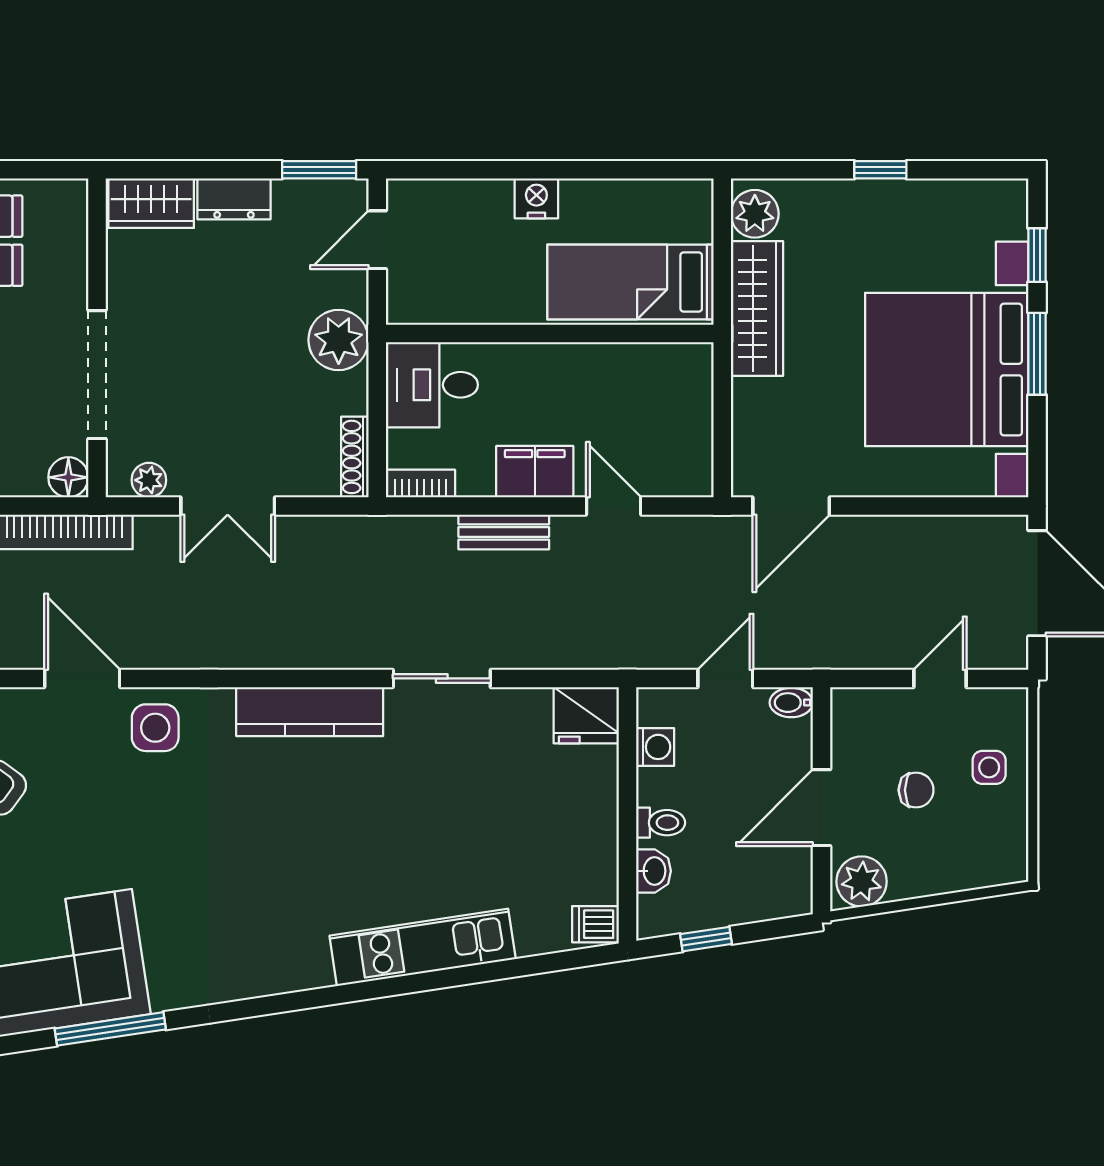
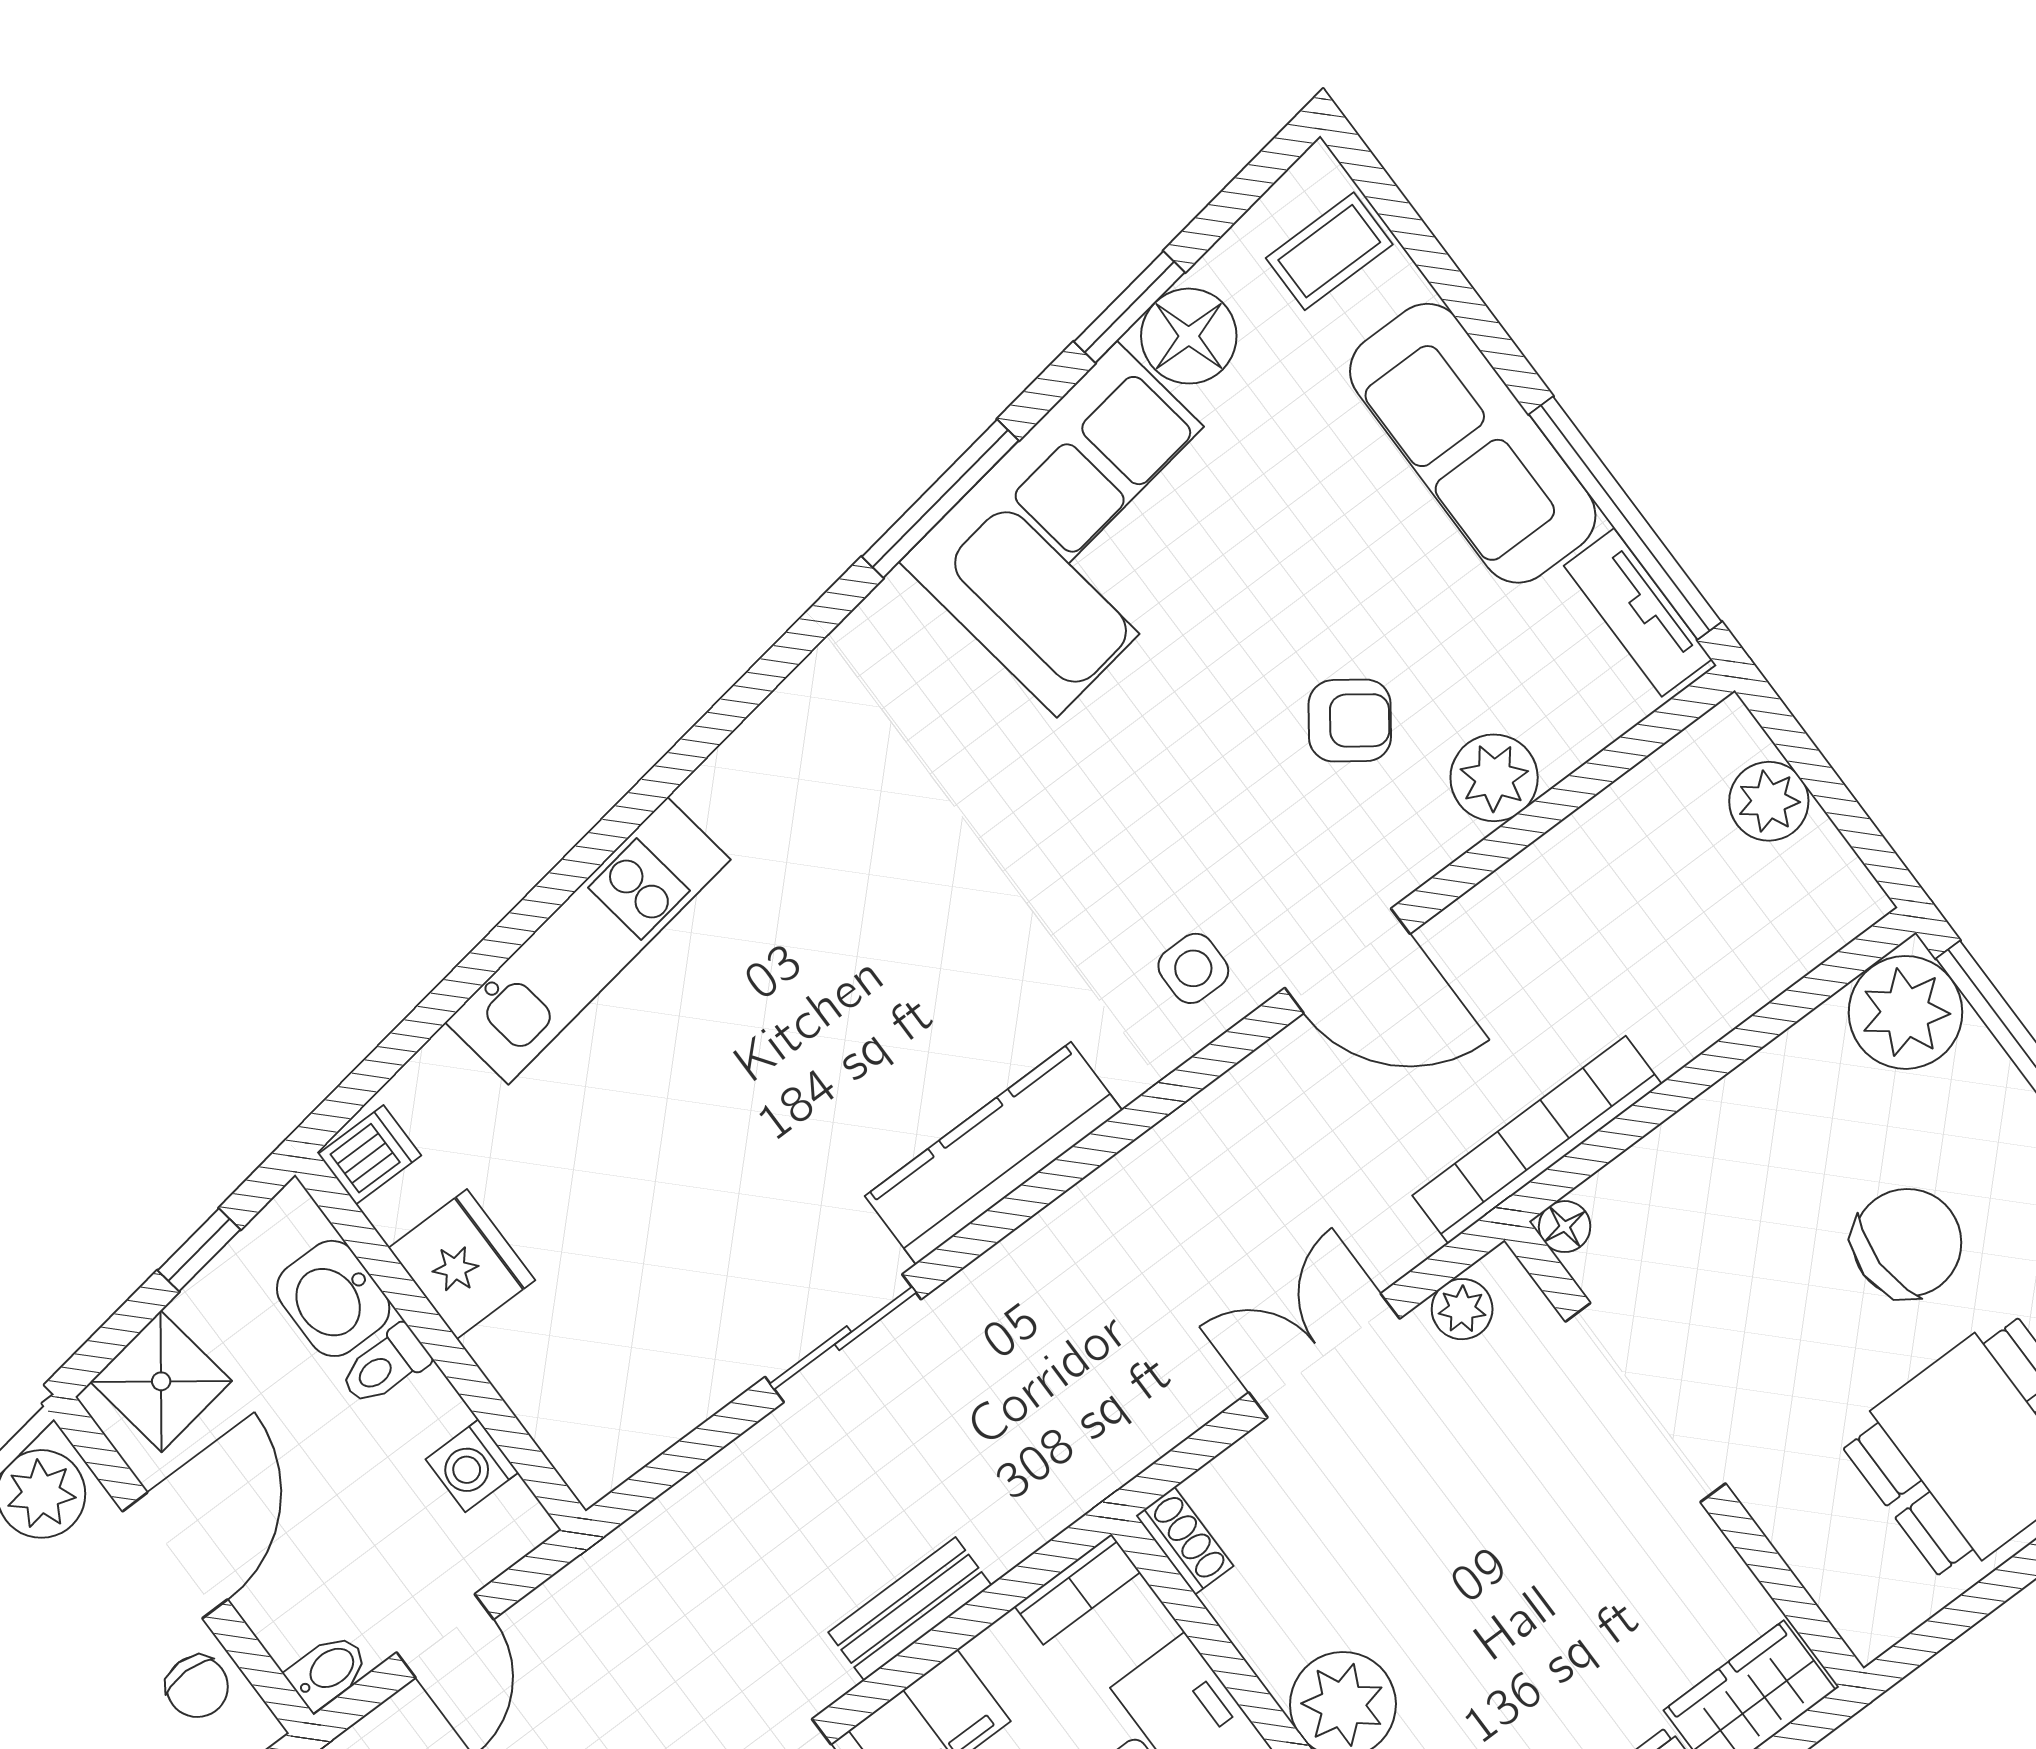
shoe rack: (355, 457) -> (1185, 1541), width x0.70
floor lamp: (68, 477) -> (1565, 1227), width x0.73, depth x0.73
fridge: (586, 715) -> (462, 1264), moved, turned 90
side table: (155, 728) -> (1193, 968), width x0.73, depth x0.73
chair: (916, 790) -> (197, 1687), moved, turned -90
washbasin: (653, 871) -> (333, 1298), width x1.38, depth x1.45
shower: (768, 892) -> (161, 1381), added

